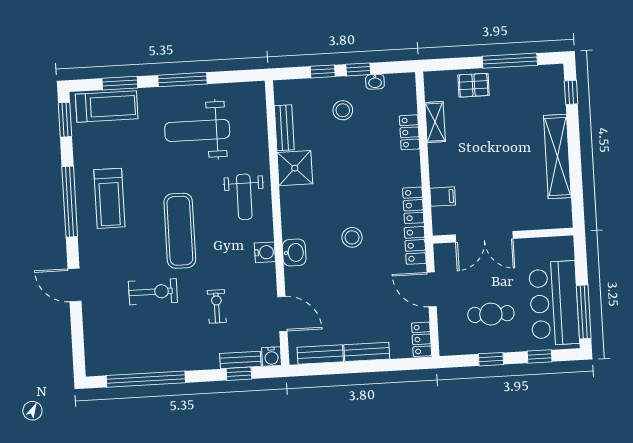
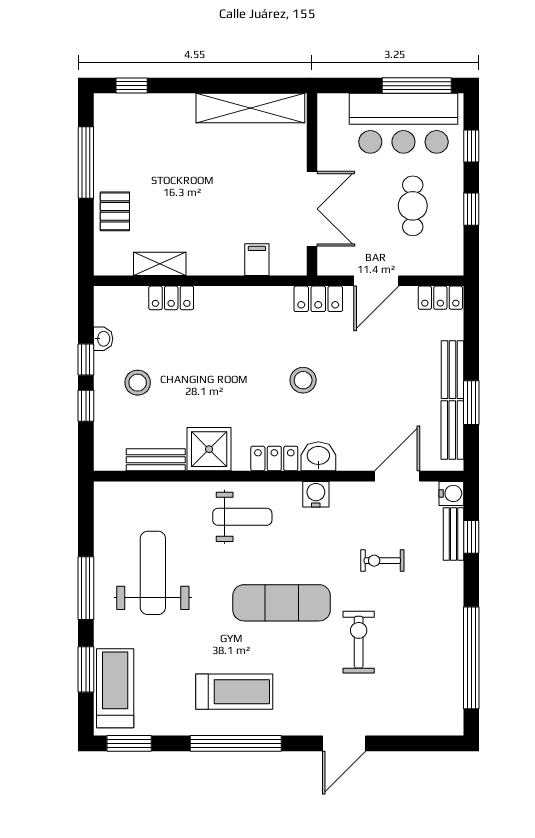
weight bench: (197, 130) -> (153, 573), turned 180
shelving: (557, 157) -> (250, 108), moved
locker: (413, 205) -> (274, 459), moved, turned 180
window: (342, 368) -> (471, 403), added

